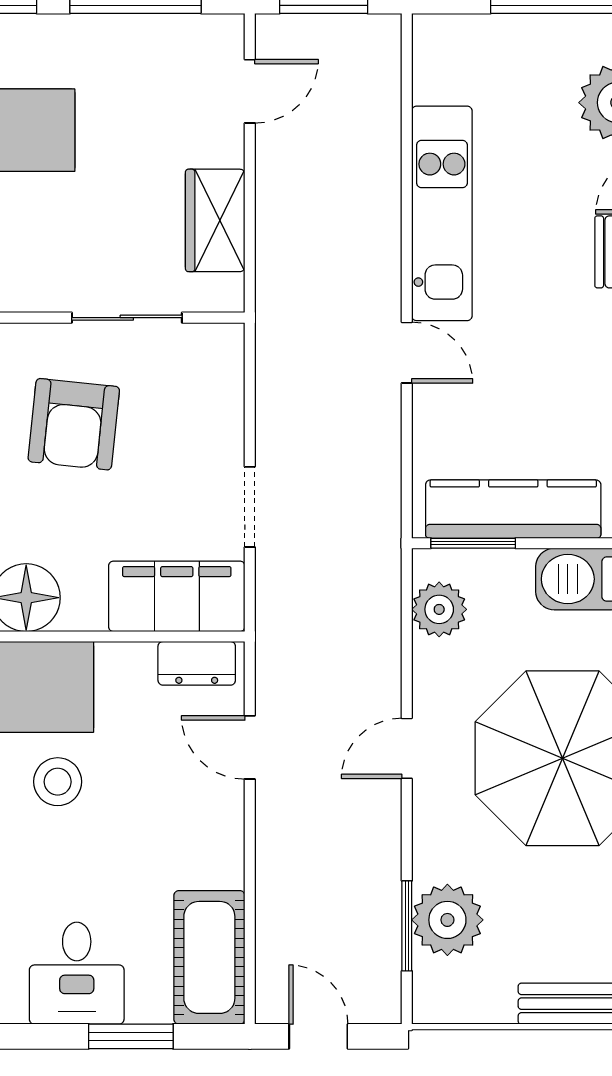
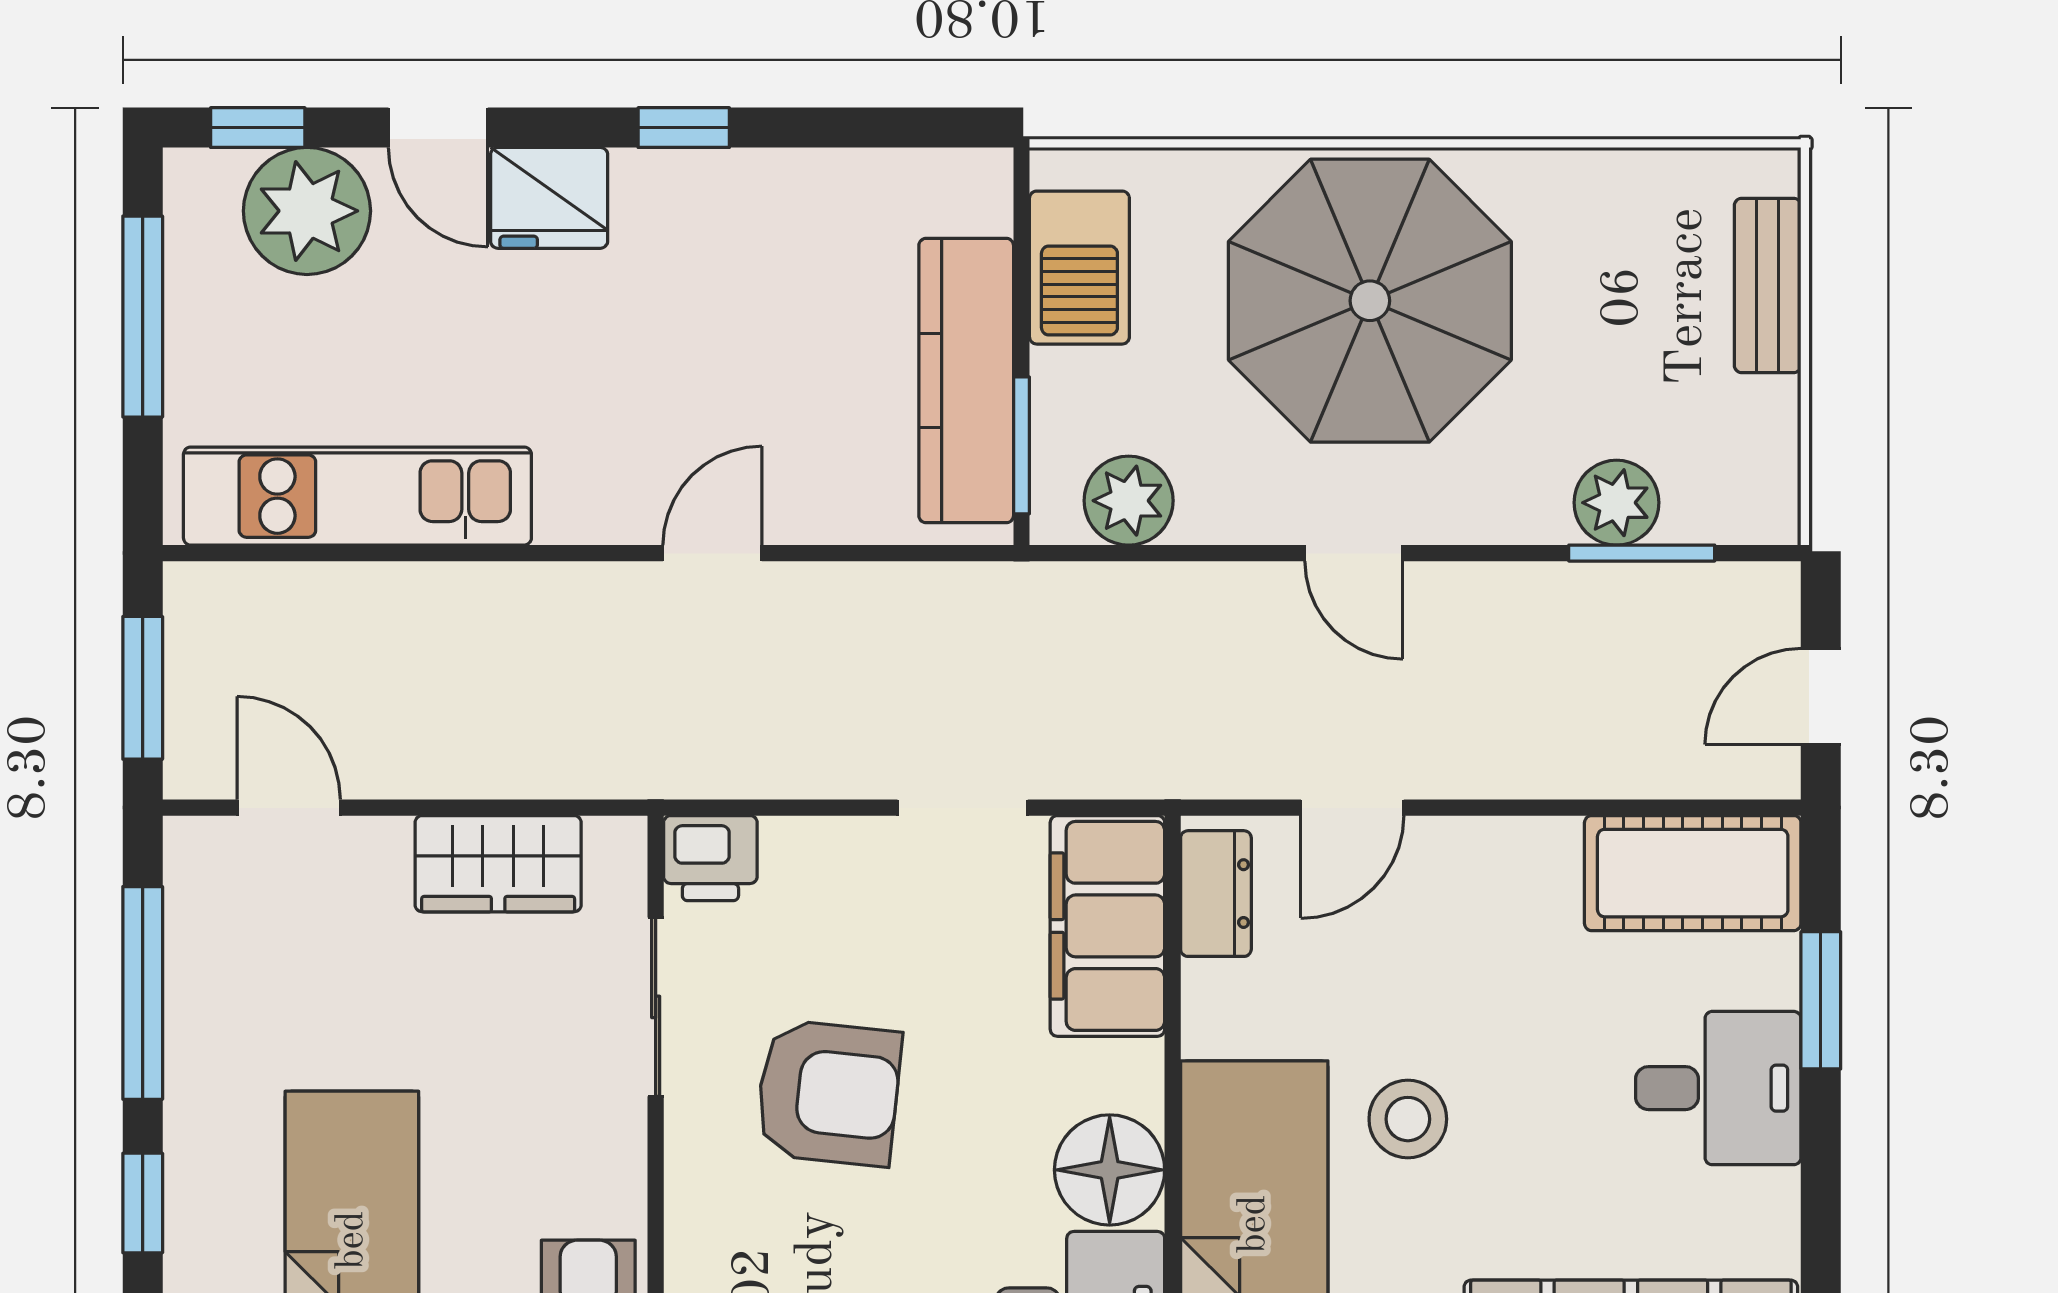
kitchen unit: (442, 213) -> (357, 496), moved
printer: (219, 351) -> (710, 858), added
plant: (447, 920) -> (1617, 503), width x0.73, depth x0.73

